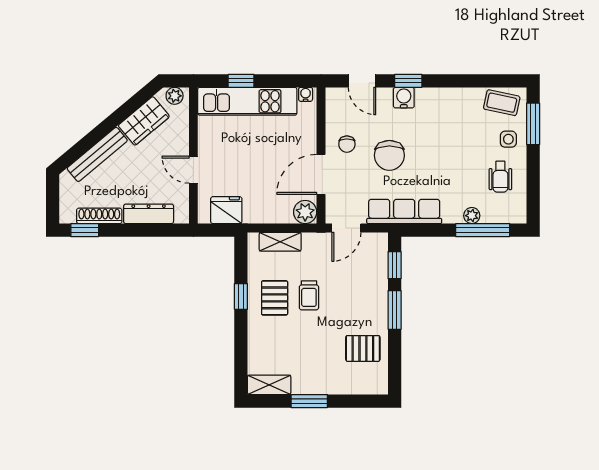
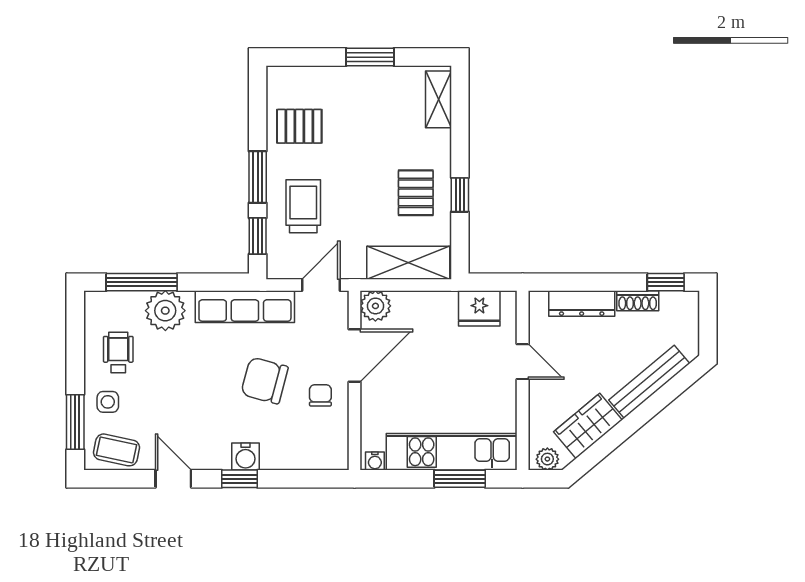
window: (241, 81) -> (460, 479), width x1.50
door: (362, 81) -> (173, 479), moved
chair: (389, 155) -> (265, 381), turned -75
shoe rack: (99, 216) -> (638, 301), width x0.70
plant: (472, 216) -> (165, 311), width x1.87, depth x1.87
shelving: (280, 242) -> (408, 263), width x1.50, depth x1.33
trolley: (309, 295) -> (303, 206), moved, width x1.36, depth x1.39
shelving: (269, 385) -> (439, 99), moved, turned 90

